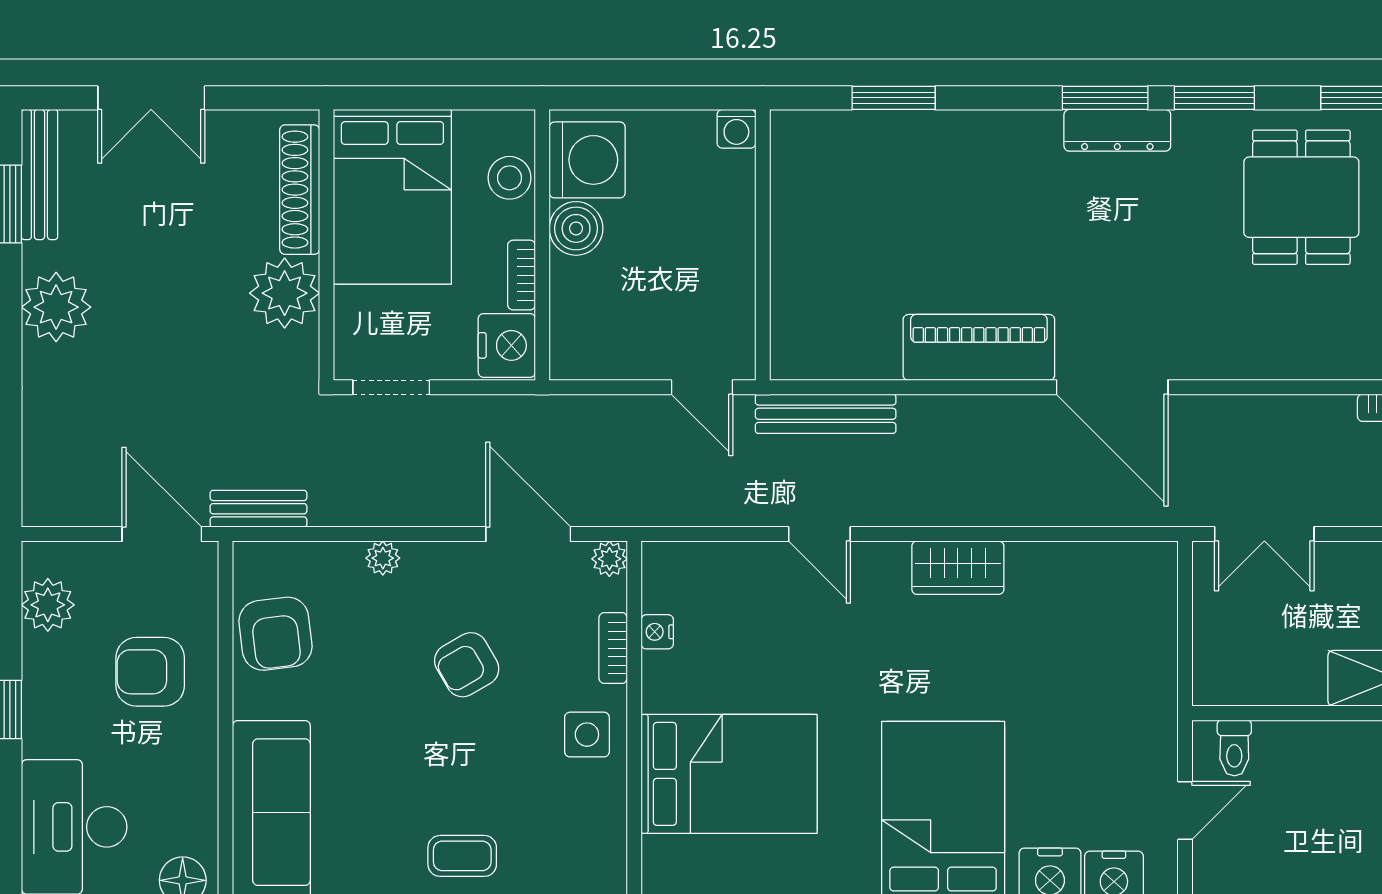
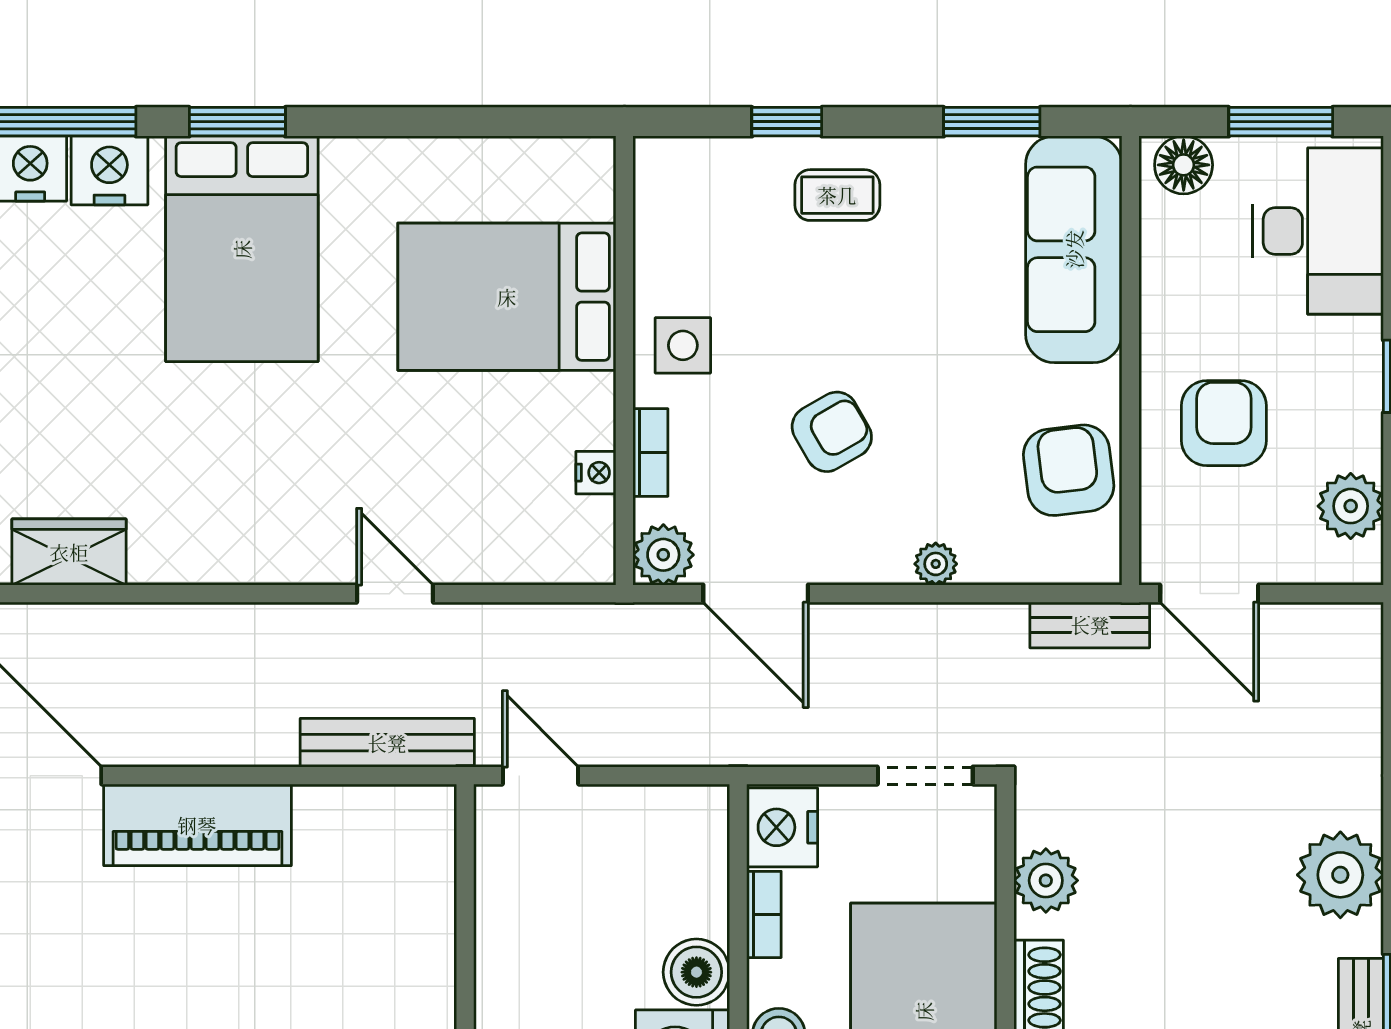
plant: (285, 293) -> (1046, 880), width x0.73, depth x0.73
plant: (609, 559) -> (663, 555), width x1.38, depth x1.38
wardrobe: (958, 568) -> (69, 552), moved
armchair: (150, 672) -> (1224, 423), turned -90

